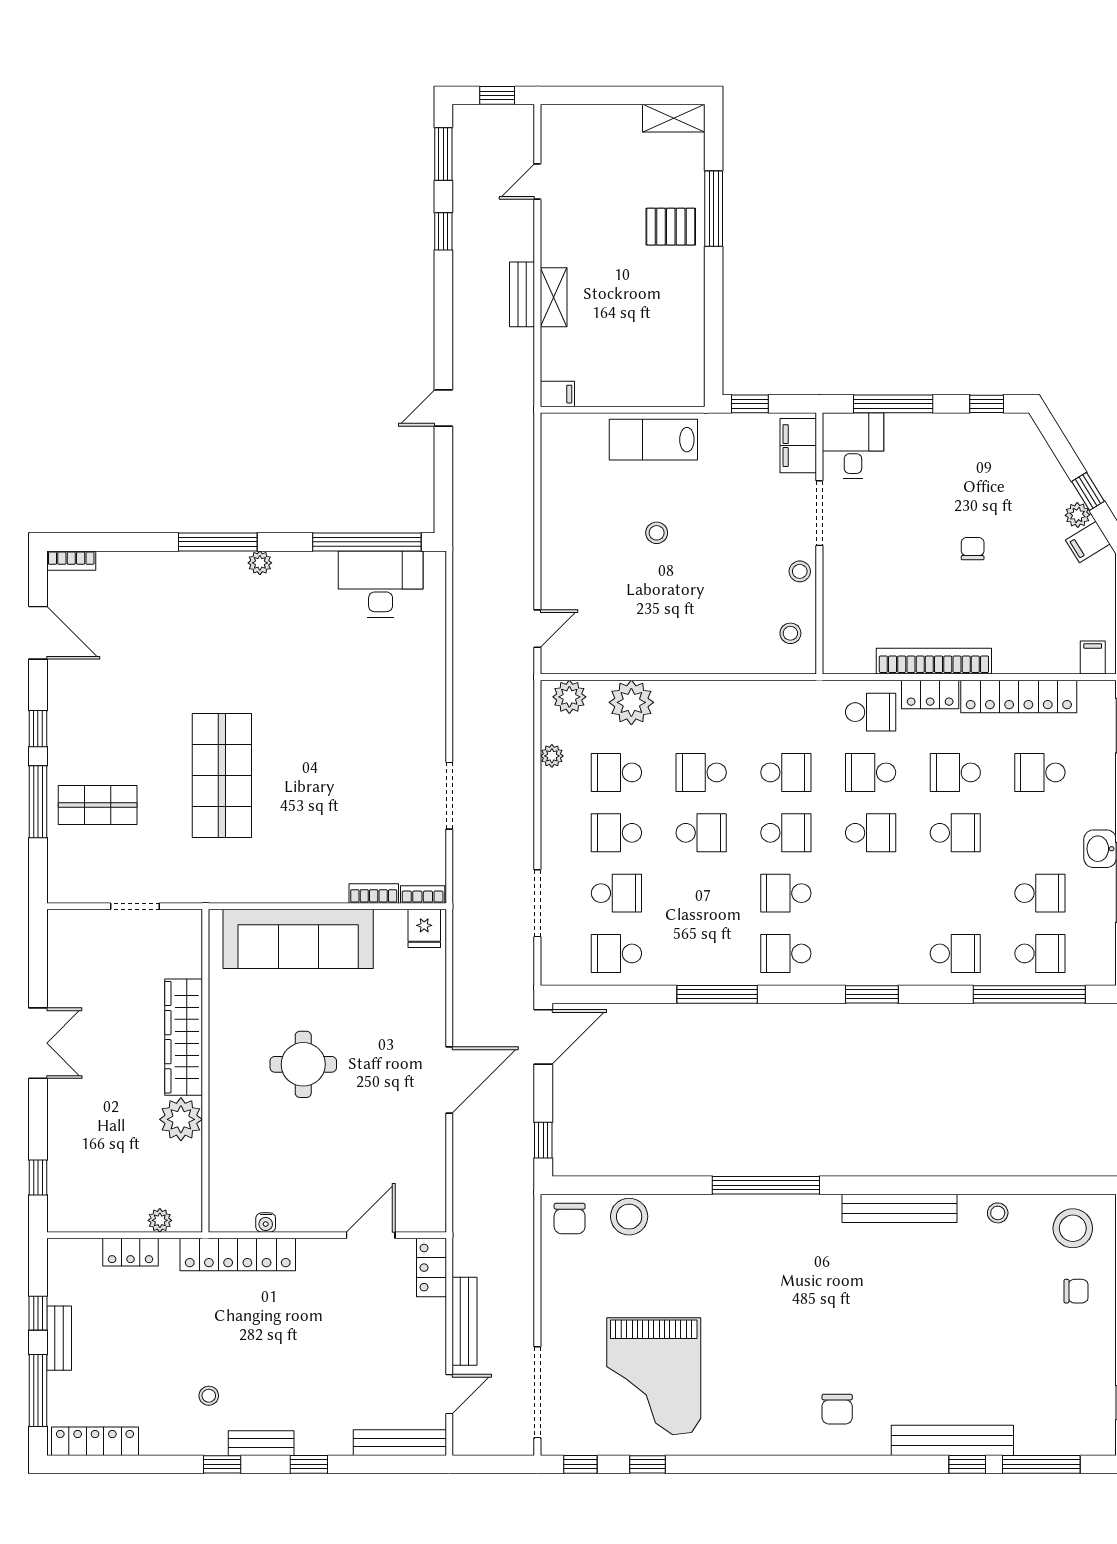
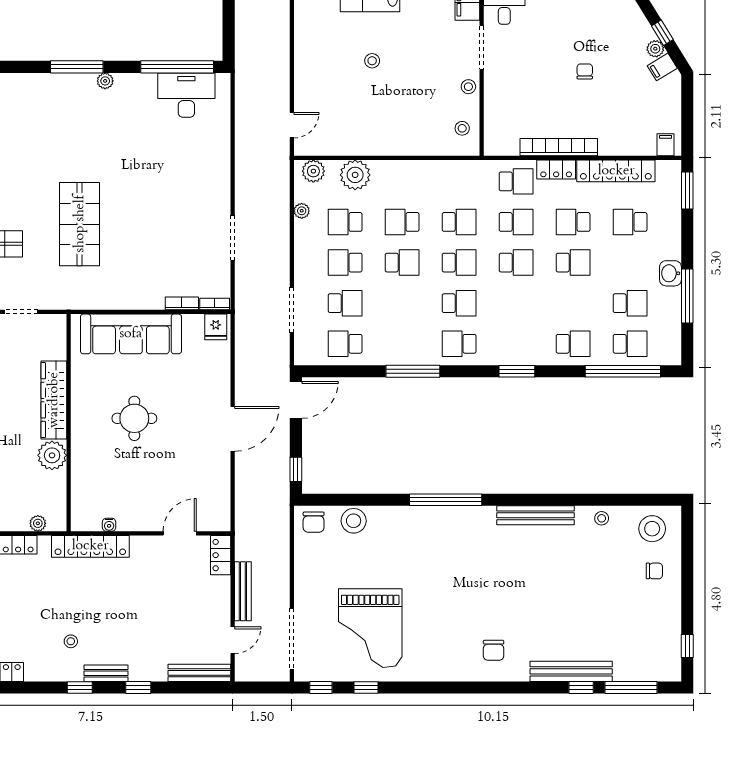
school desk: (871, 772) -> (516, 222), turned 180
school desk: (786, 893) -> (459, 303), turned 180

